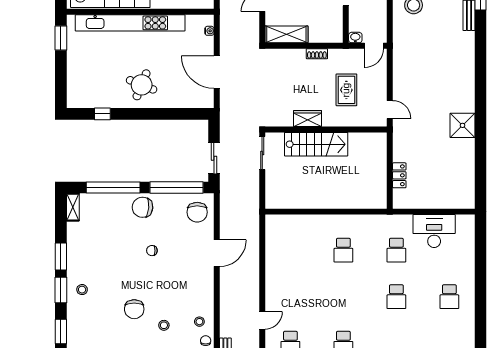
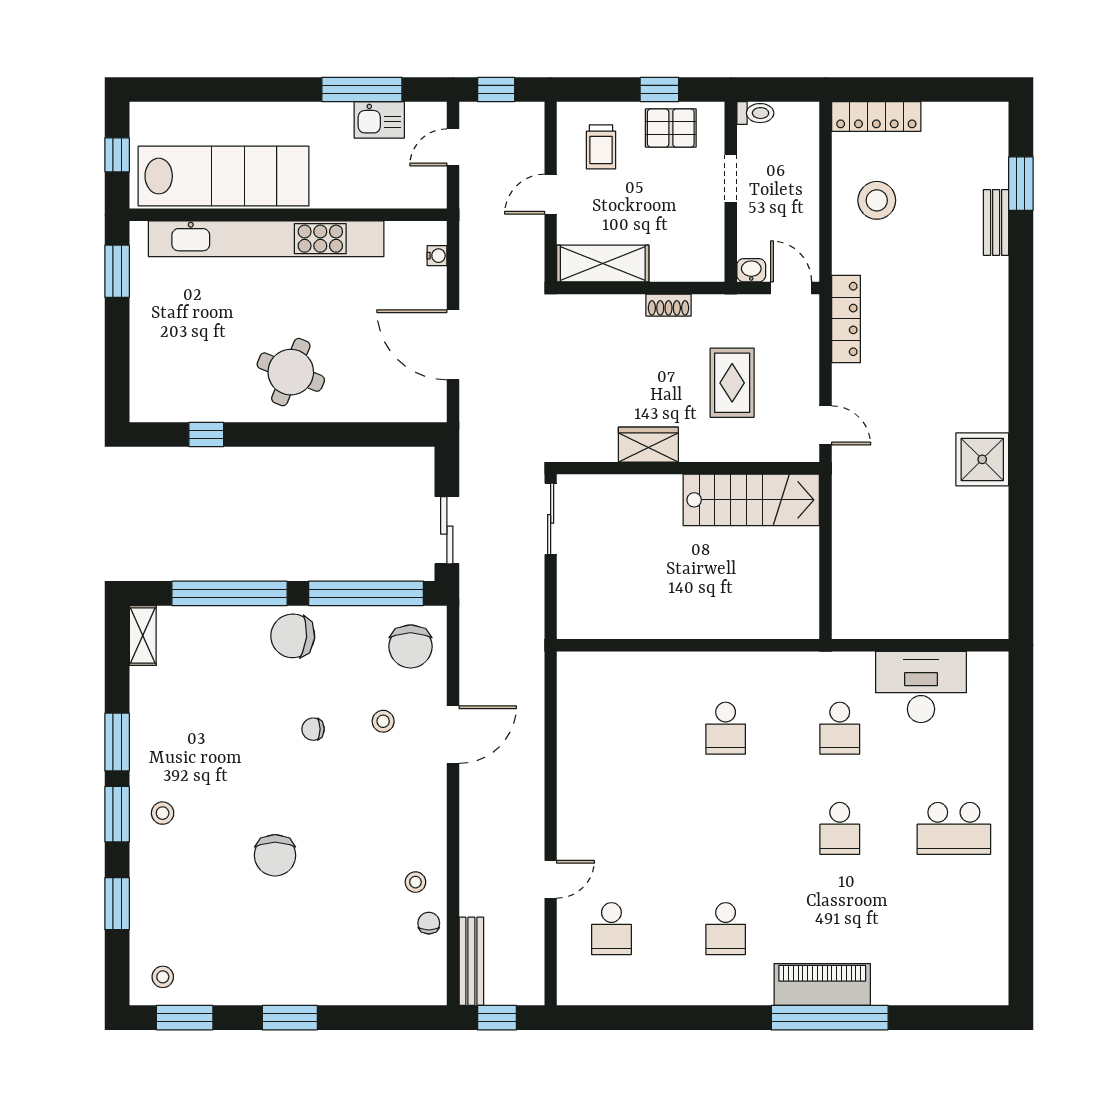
door: (374, 46) -> (791, 288), swing flipped
stairs: (316, 144) -> (751, 500), moved
locker: (399, 175) -> (846, 319), moved, width x1.53
school desk: (449, 297) -> (954, 828), width x1.85
stool: (164, 325) -> (383, 721), moved

